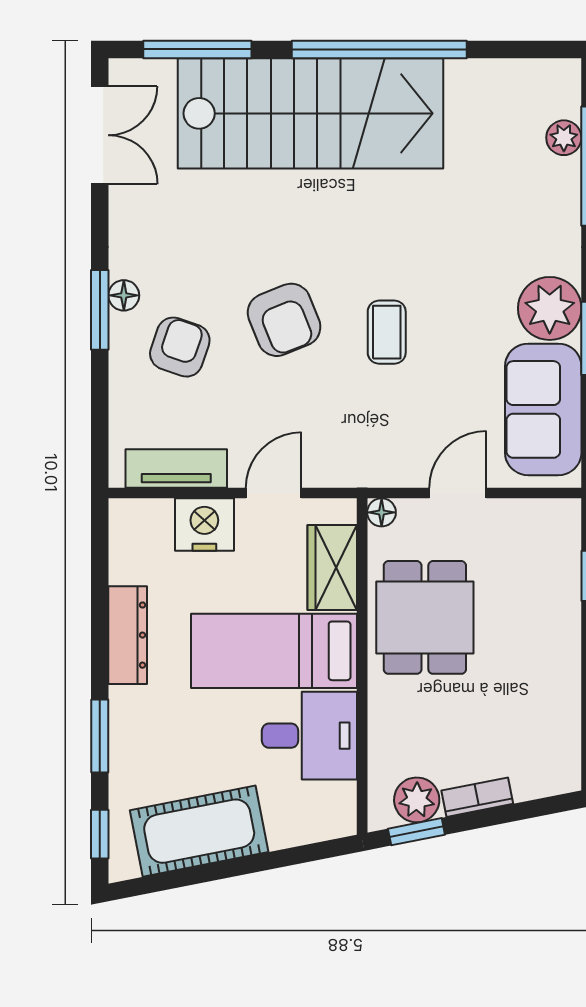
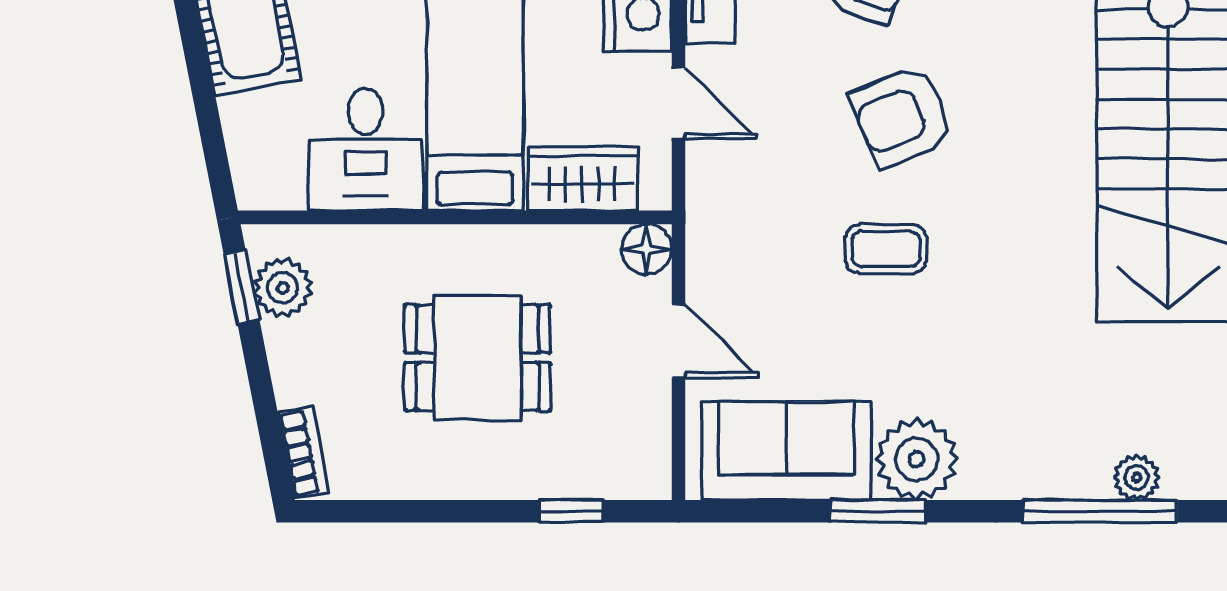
floor lamp: (382, 512) -> (647, 249), width x1.37, depth x1.37
dining table: (425, 617) -> (478, 358), moved
bookcase: (477, 797) -> (303, 453), moved

